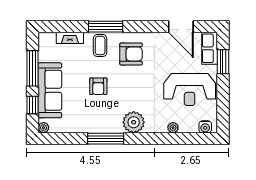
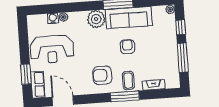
sofa: (50, 90) -> (129, 18), moved, turned -90
reception desk: (190, 90) -> (52, 49), turned 180
water cooler: (205, 127) -> (53, 18), moved

